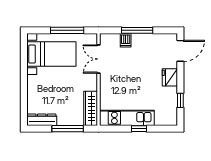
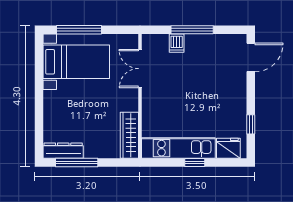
window: (67, 30) -> (79, 30), moved
fridge: (170, 77) -> (228, 148), moved, turned 90
window: (68, 129) -> (77, 163), moved

